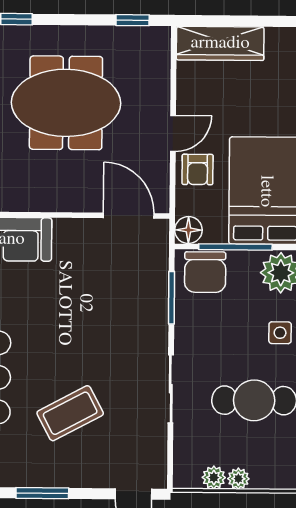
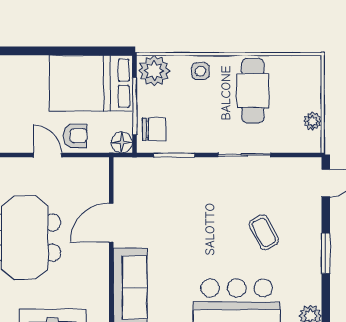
door: (129, 216) -> (111, 223), moved
chair: (205, 272) -> (154, 129), width x0.73, depth x0.73
coffee table: (70, 413) -> (264, 232), width x0.73, depth x0.77
plant: (238, 479) -> (313, 102), removed

